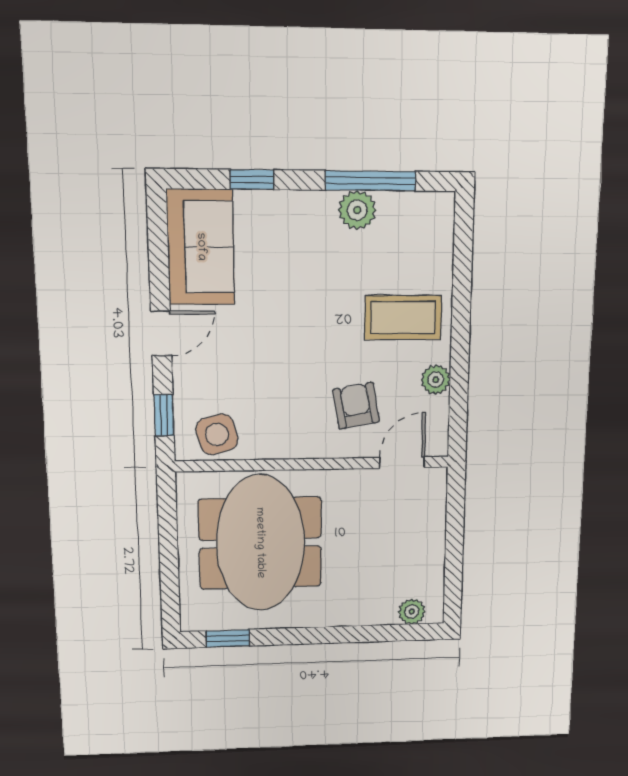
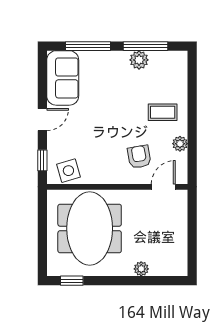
window: (252, 180) -> (88, 46), width x2.17
coffee table: (403, 318) -> (163, 112), width x0.73, depth x0.77
plant: (412, 612) -> (141, 269), moved

